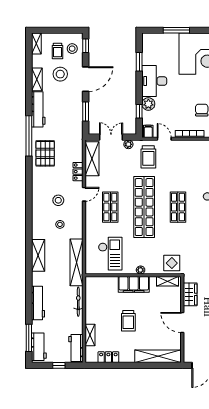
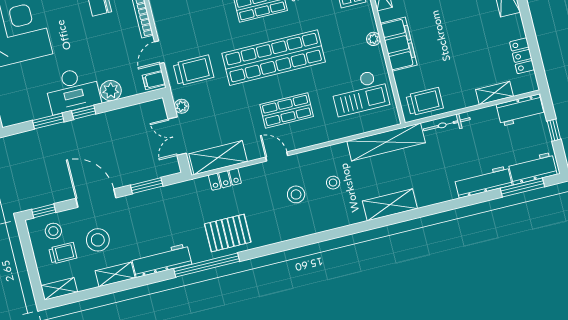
window: (139, 111) -> (84, 112), moved
locker: (78, 172) -> (225, 179), moved
checkout: (110, 254) -> (360, 93), turned 180
workbench: (38, 303) -> (483, 182), moved
trolley: (128, 321) -> (425, 102), moved

